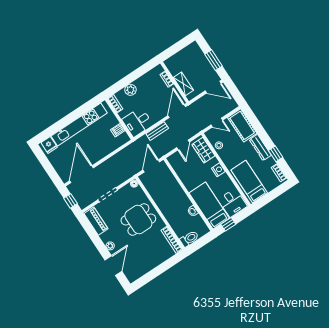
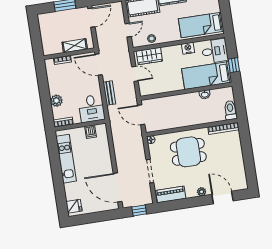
kitchen unit: (79, 125) -> (66, 159), width x0.73
nightstand: (218, 170) -> (188, 48), moved
dining table: (138, 220) -> (188, 152), turned 90

